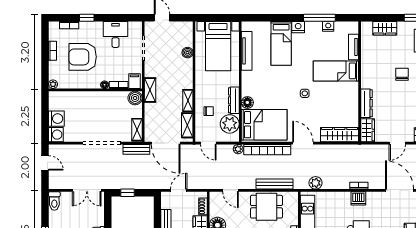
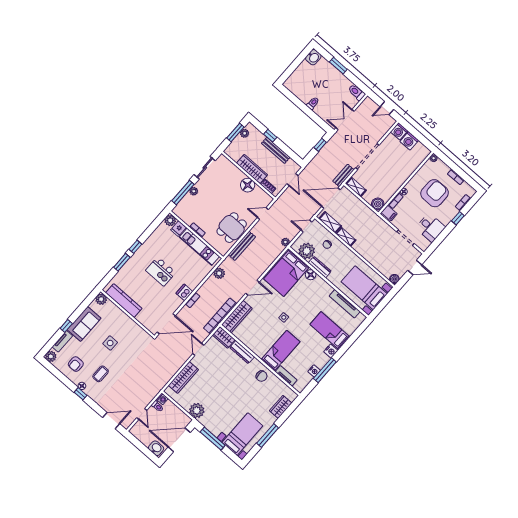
boiler: (187, 53) -> (394, 279), moved
chair: (402, 74) -> (262, 376), moved
shelving: (150, 90) -> (375, 218), removed
bookcase: (267, 150) -> (220, 316), moved

